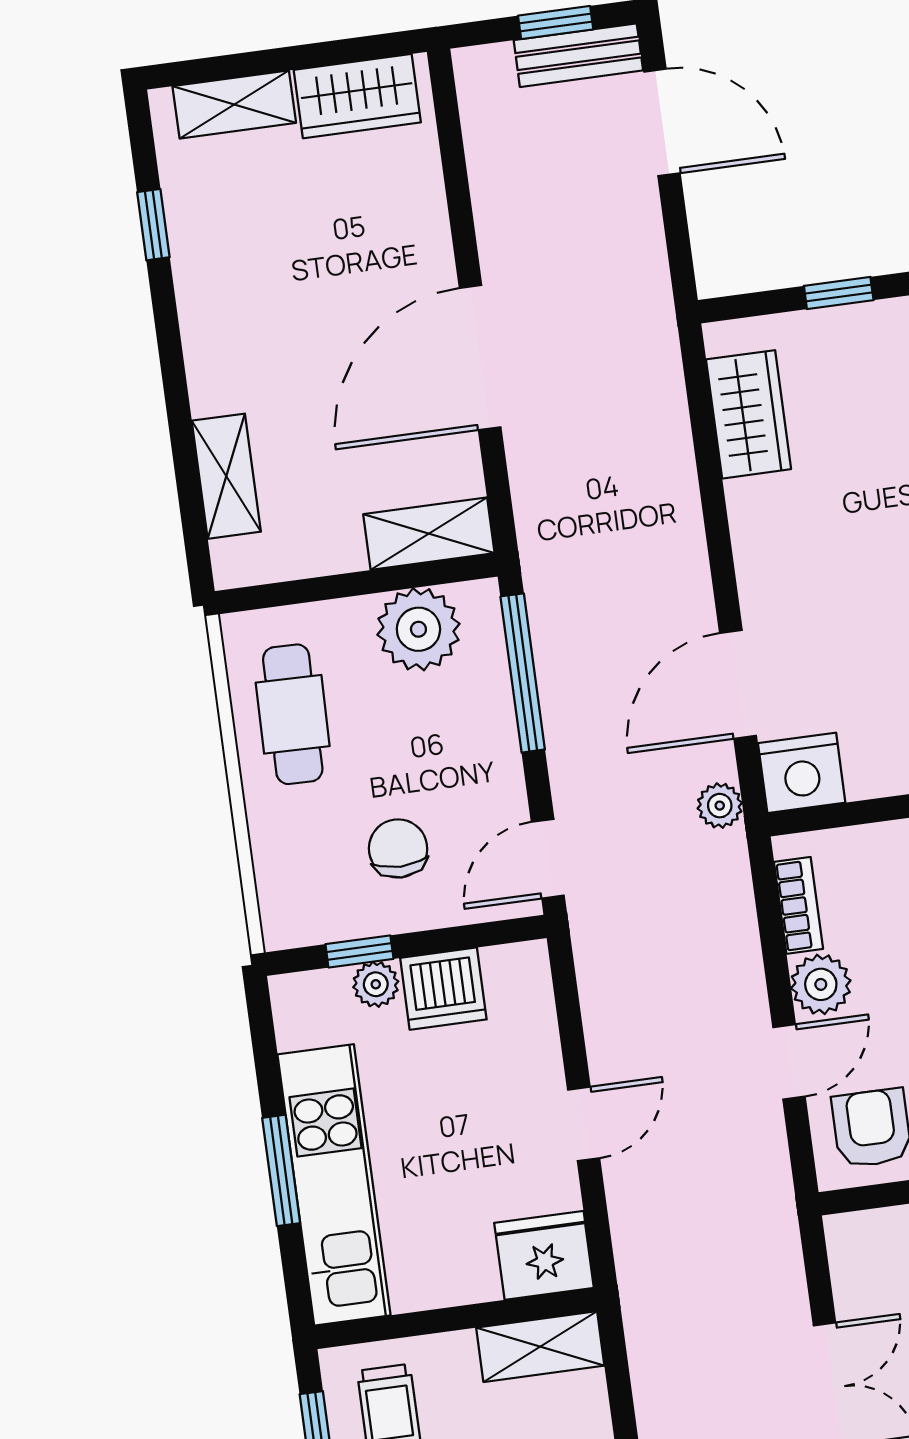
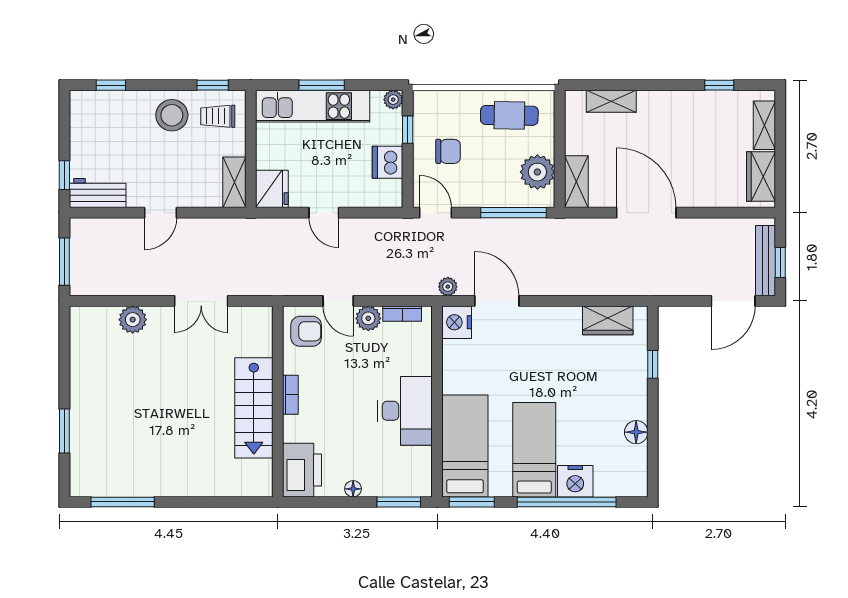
bench: (578, 55) -> (766, 261), width x1.36
plant: (376, 984) -> (393, 100), moved

